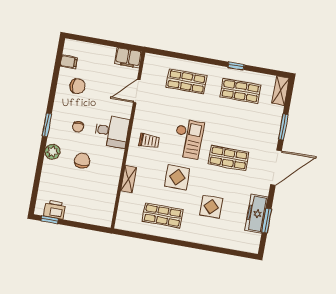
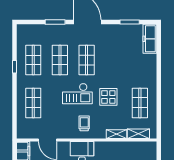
shelving: (281, 91) -> (138, 134), moved
shop shelf: (235, 125) -> (60, 60), added
checkout: (188, 139) -> (77, 94), turned 180
display table: (211, 207) -> (127, 67), removed
freezer: (256, 214) -> (150, 39), moved, turned 90

